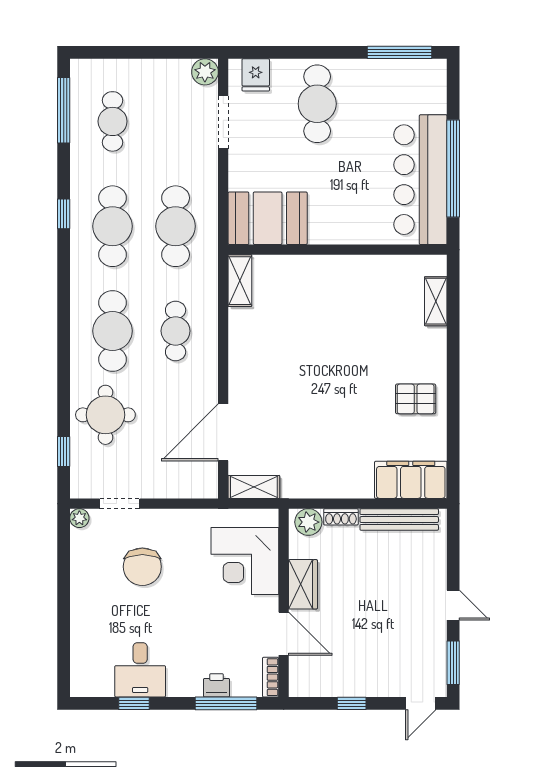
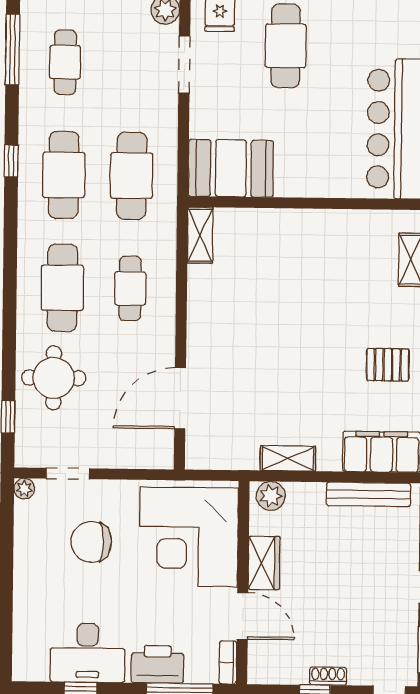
shelving: (254, 487) -> (288, 458), moved
shoe rack: (341, 517) -> (328, 676), moved, turned 180
corner desk: (245, 561) -> (189, 537), width x1.36, depth x1.36
chair: (142, 567) -> (91, 542), turned 90
desk: (140, 670) -> (88, 653), width x1.37
printer: (216, 685) -> (158, 664), width x1.87, depth x1.48

